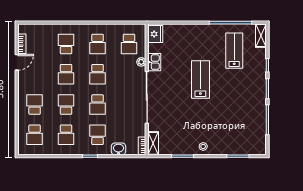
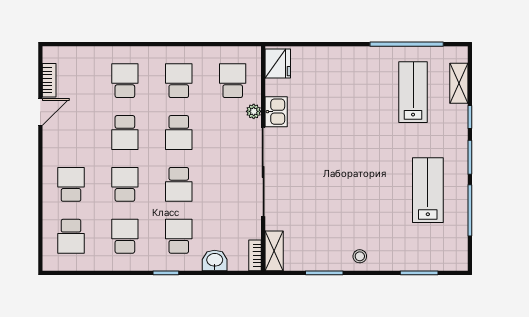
shelving: (261, 36) -> (459, 83), moved
school desk: (98, 44) -> (179, 81), turned 180
school desk: (129, 44) -> (233, 81), turned 180
lab bench: (200, 79) -> (428, 190), moved
school desk: (66, 135) -> (125, 236), turned 180

